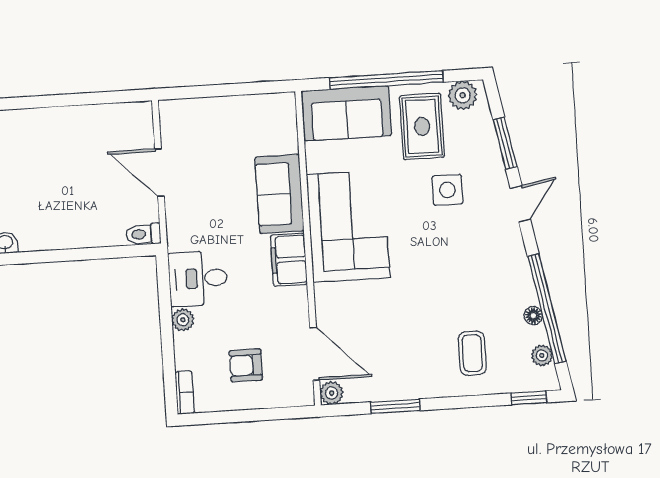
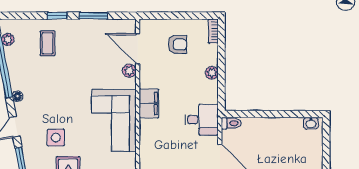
sofa: (279, 194) -> (152, 141), removed
desk: (198, 278) -> (202, 120), moved
floor lamp: (533, 316) -> (18, 96), moved
plant: (332, 393) -> (129, 71), moved
window: (529, 398) -> (57, 16), moved

